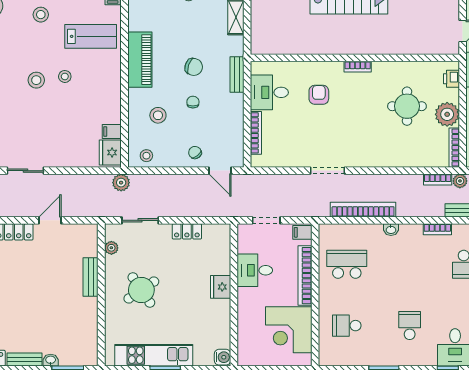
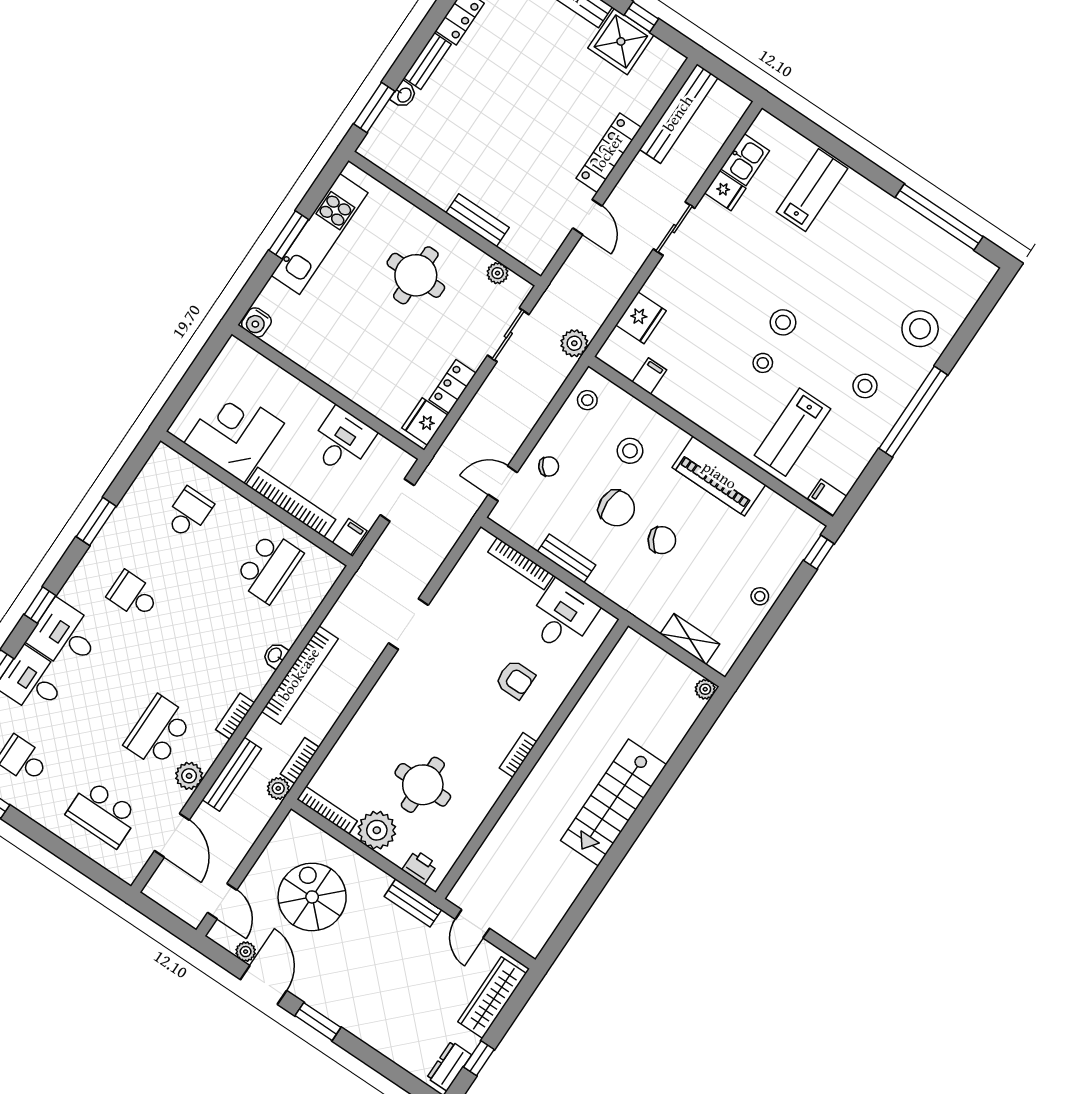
chair: (194, 67) -> (662, 540), turned -137
bench: (237, 74) -> (567, 558), moved
chair: (193, 102) -> (617, 508), width x1.87, depth x1.87
fridge: (110, 153) -> (641, 318), moved, turned 90
bookcase: (363, 210) -> (300, 675), moved
fridge: (221, 287) -> (425, 421), moved, turned -90
round table: (141, 290) -> (416, 275), turned 34
school desk: (410, 326) -> (133, 595), turned 180

